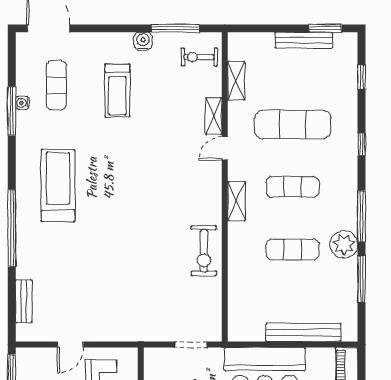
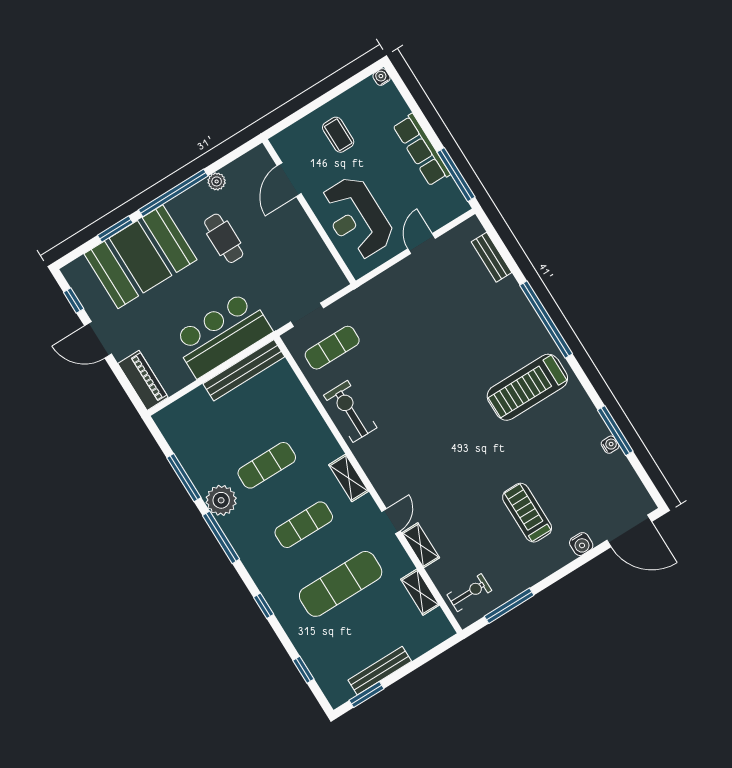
water cooler: (143, 41) -> (581, 544), moved
exercise mat: (56, 85) -> (332, 348), moved, turned 90
treadmill: (58, 186) -> (527, 387), turned 90
bench: (303, 332) -> (244, 370), moved

